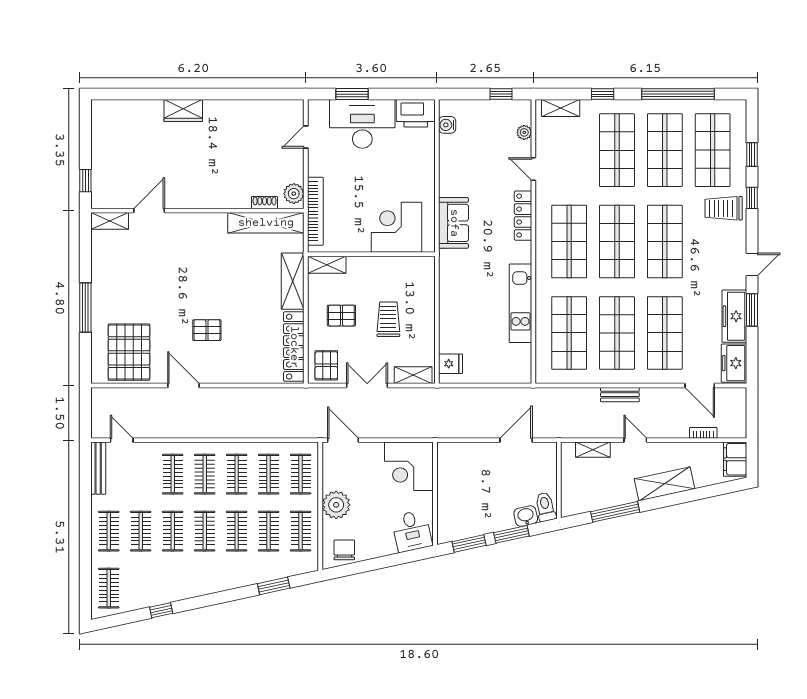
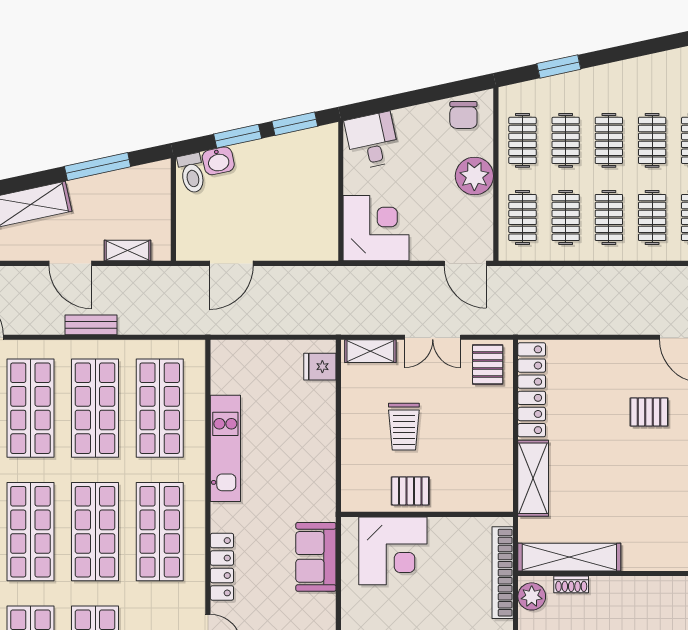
shelving: (327, 265) -> (487, 500), removed
pallet: (341, 316) -> (410, 491), moved
door: (635, 440) -> (70, 263), width x1.38

